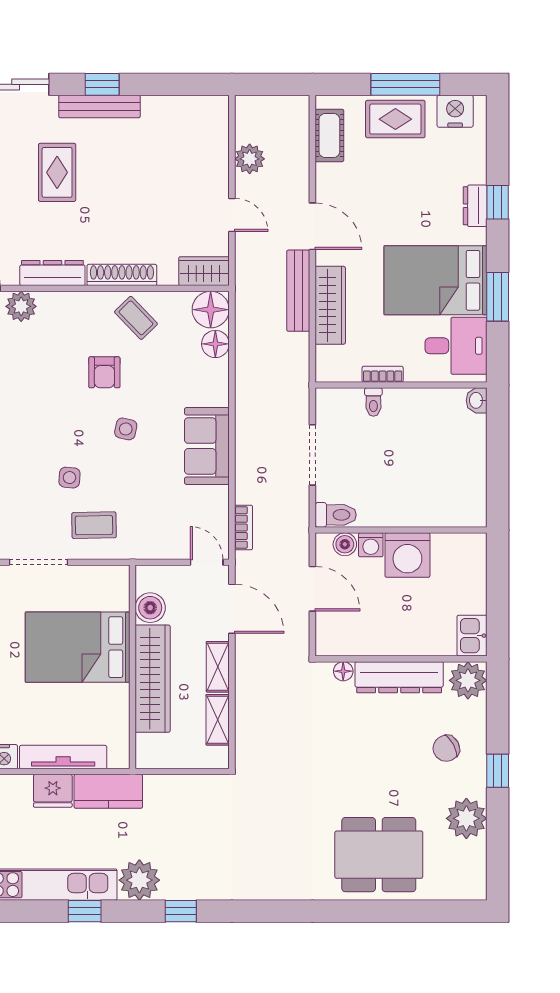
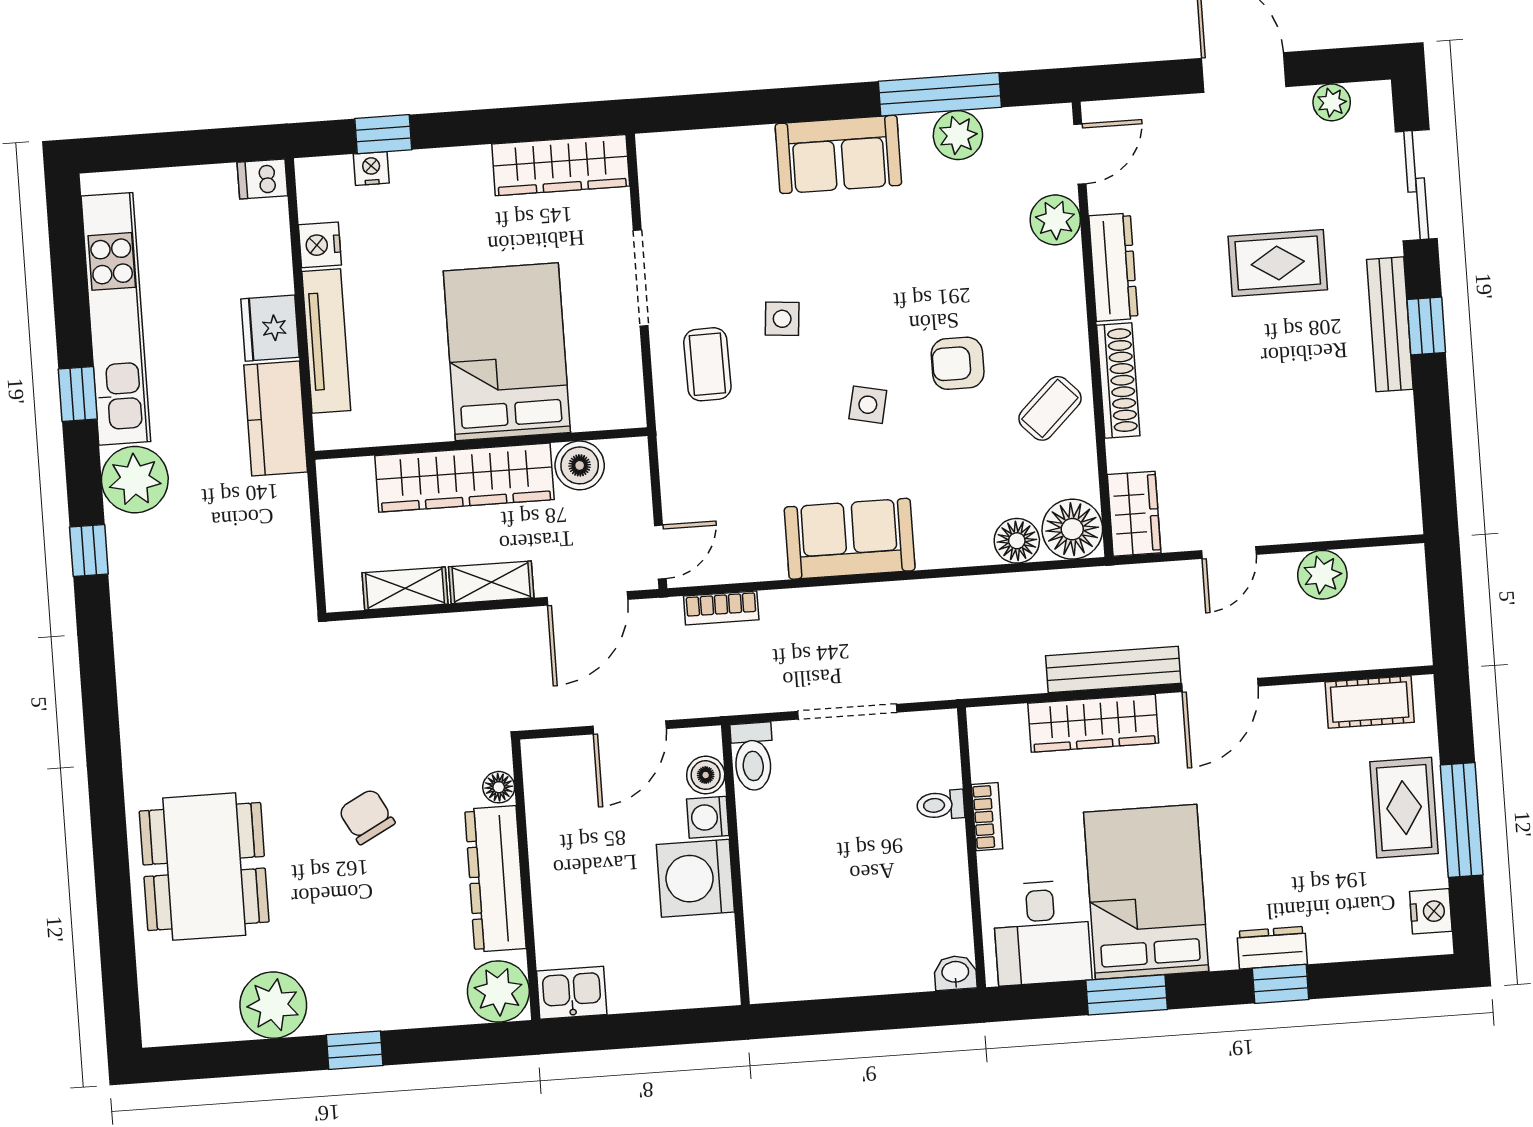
nightstand: (455, 111) -> (1431, 911), width x0.74, depth x0.75
chair: (446, 748) -> (367, 817), moved

